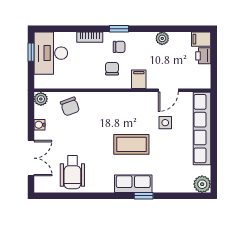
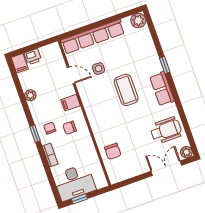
plant: (41, 99) -> (186, 152), moved
chair: (70, 106) -> (113, 151), turned 110
water cooler: (40, 125) -> (137, 171), removed
row of seats: (133, 184) -> (162, 89), moved

